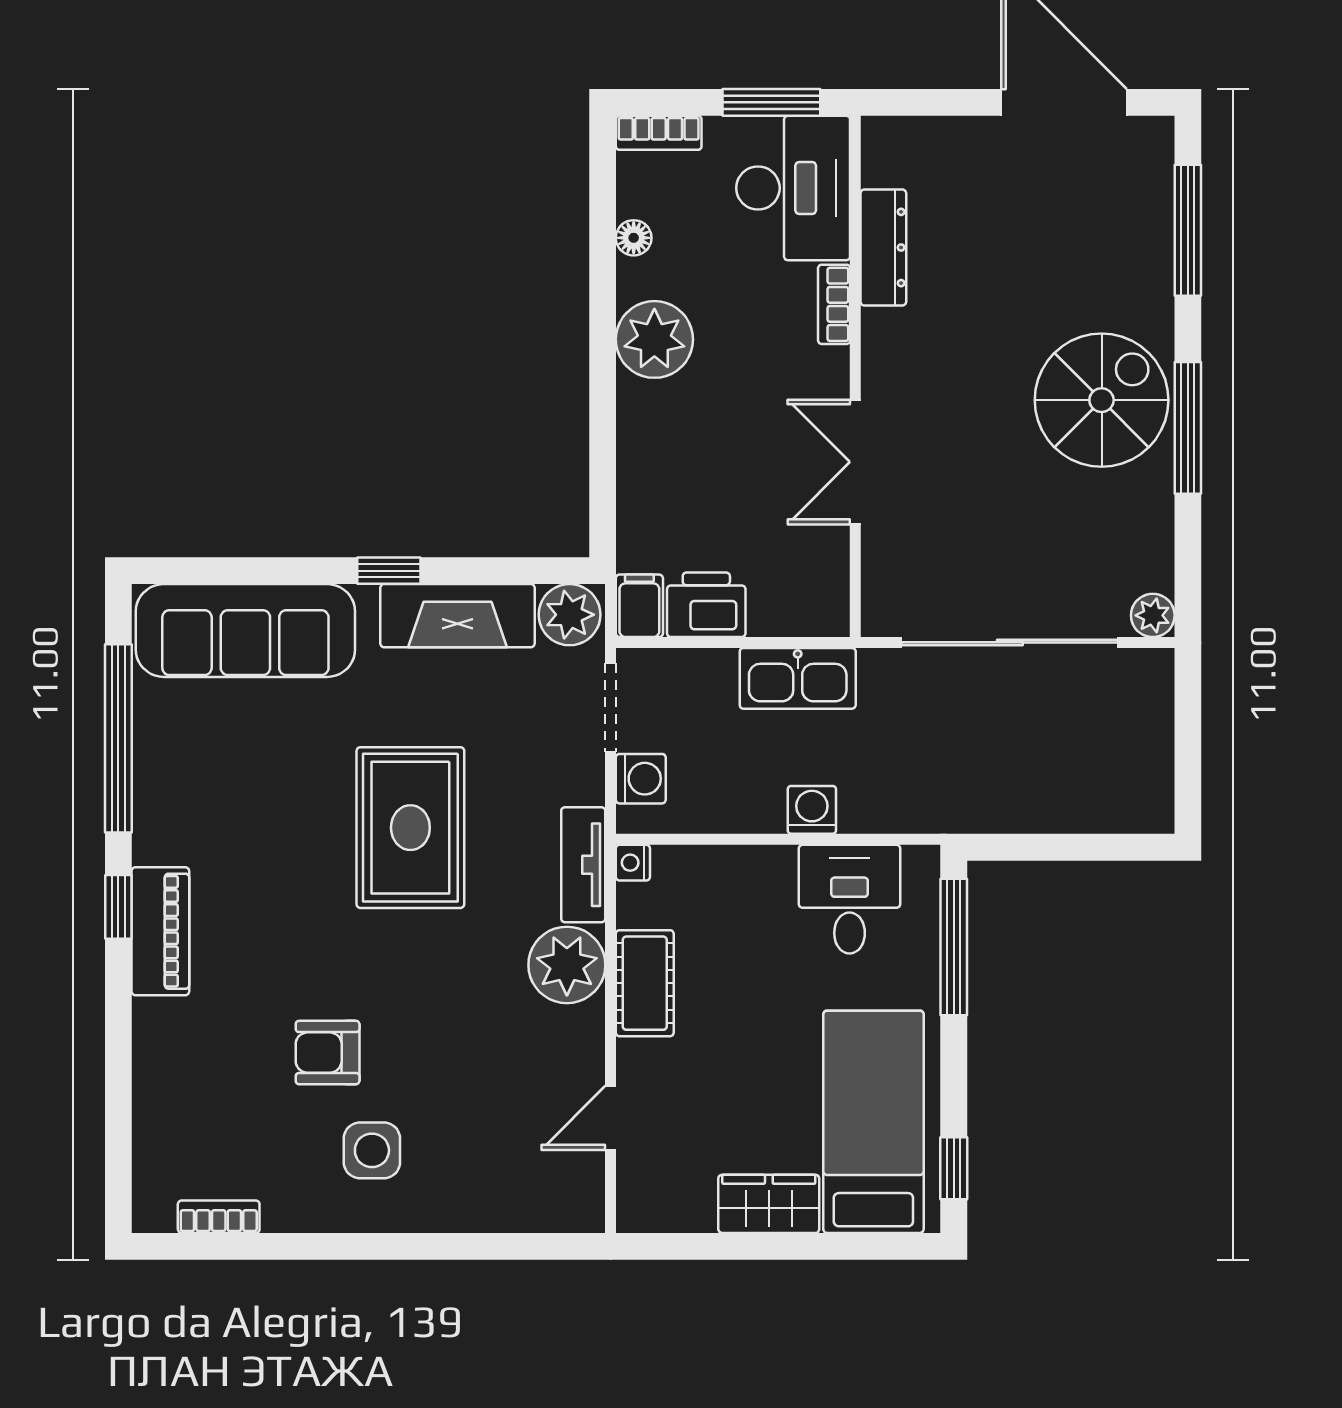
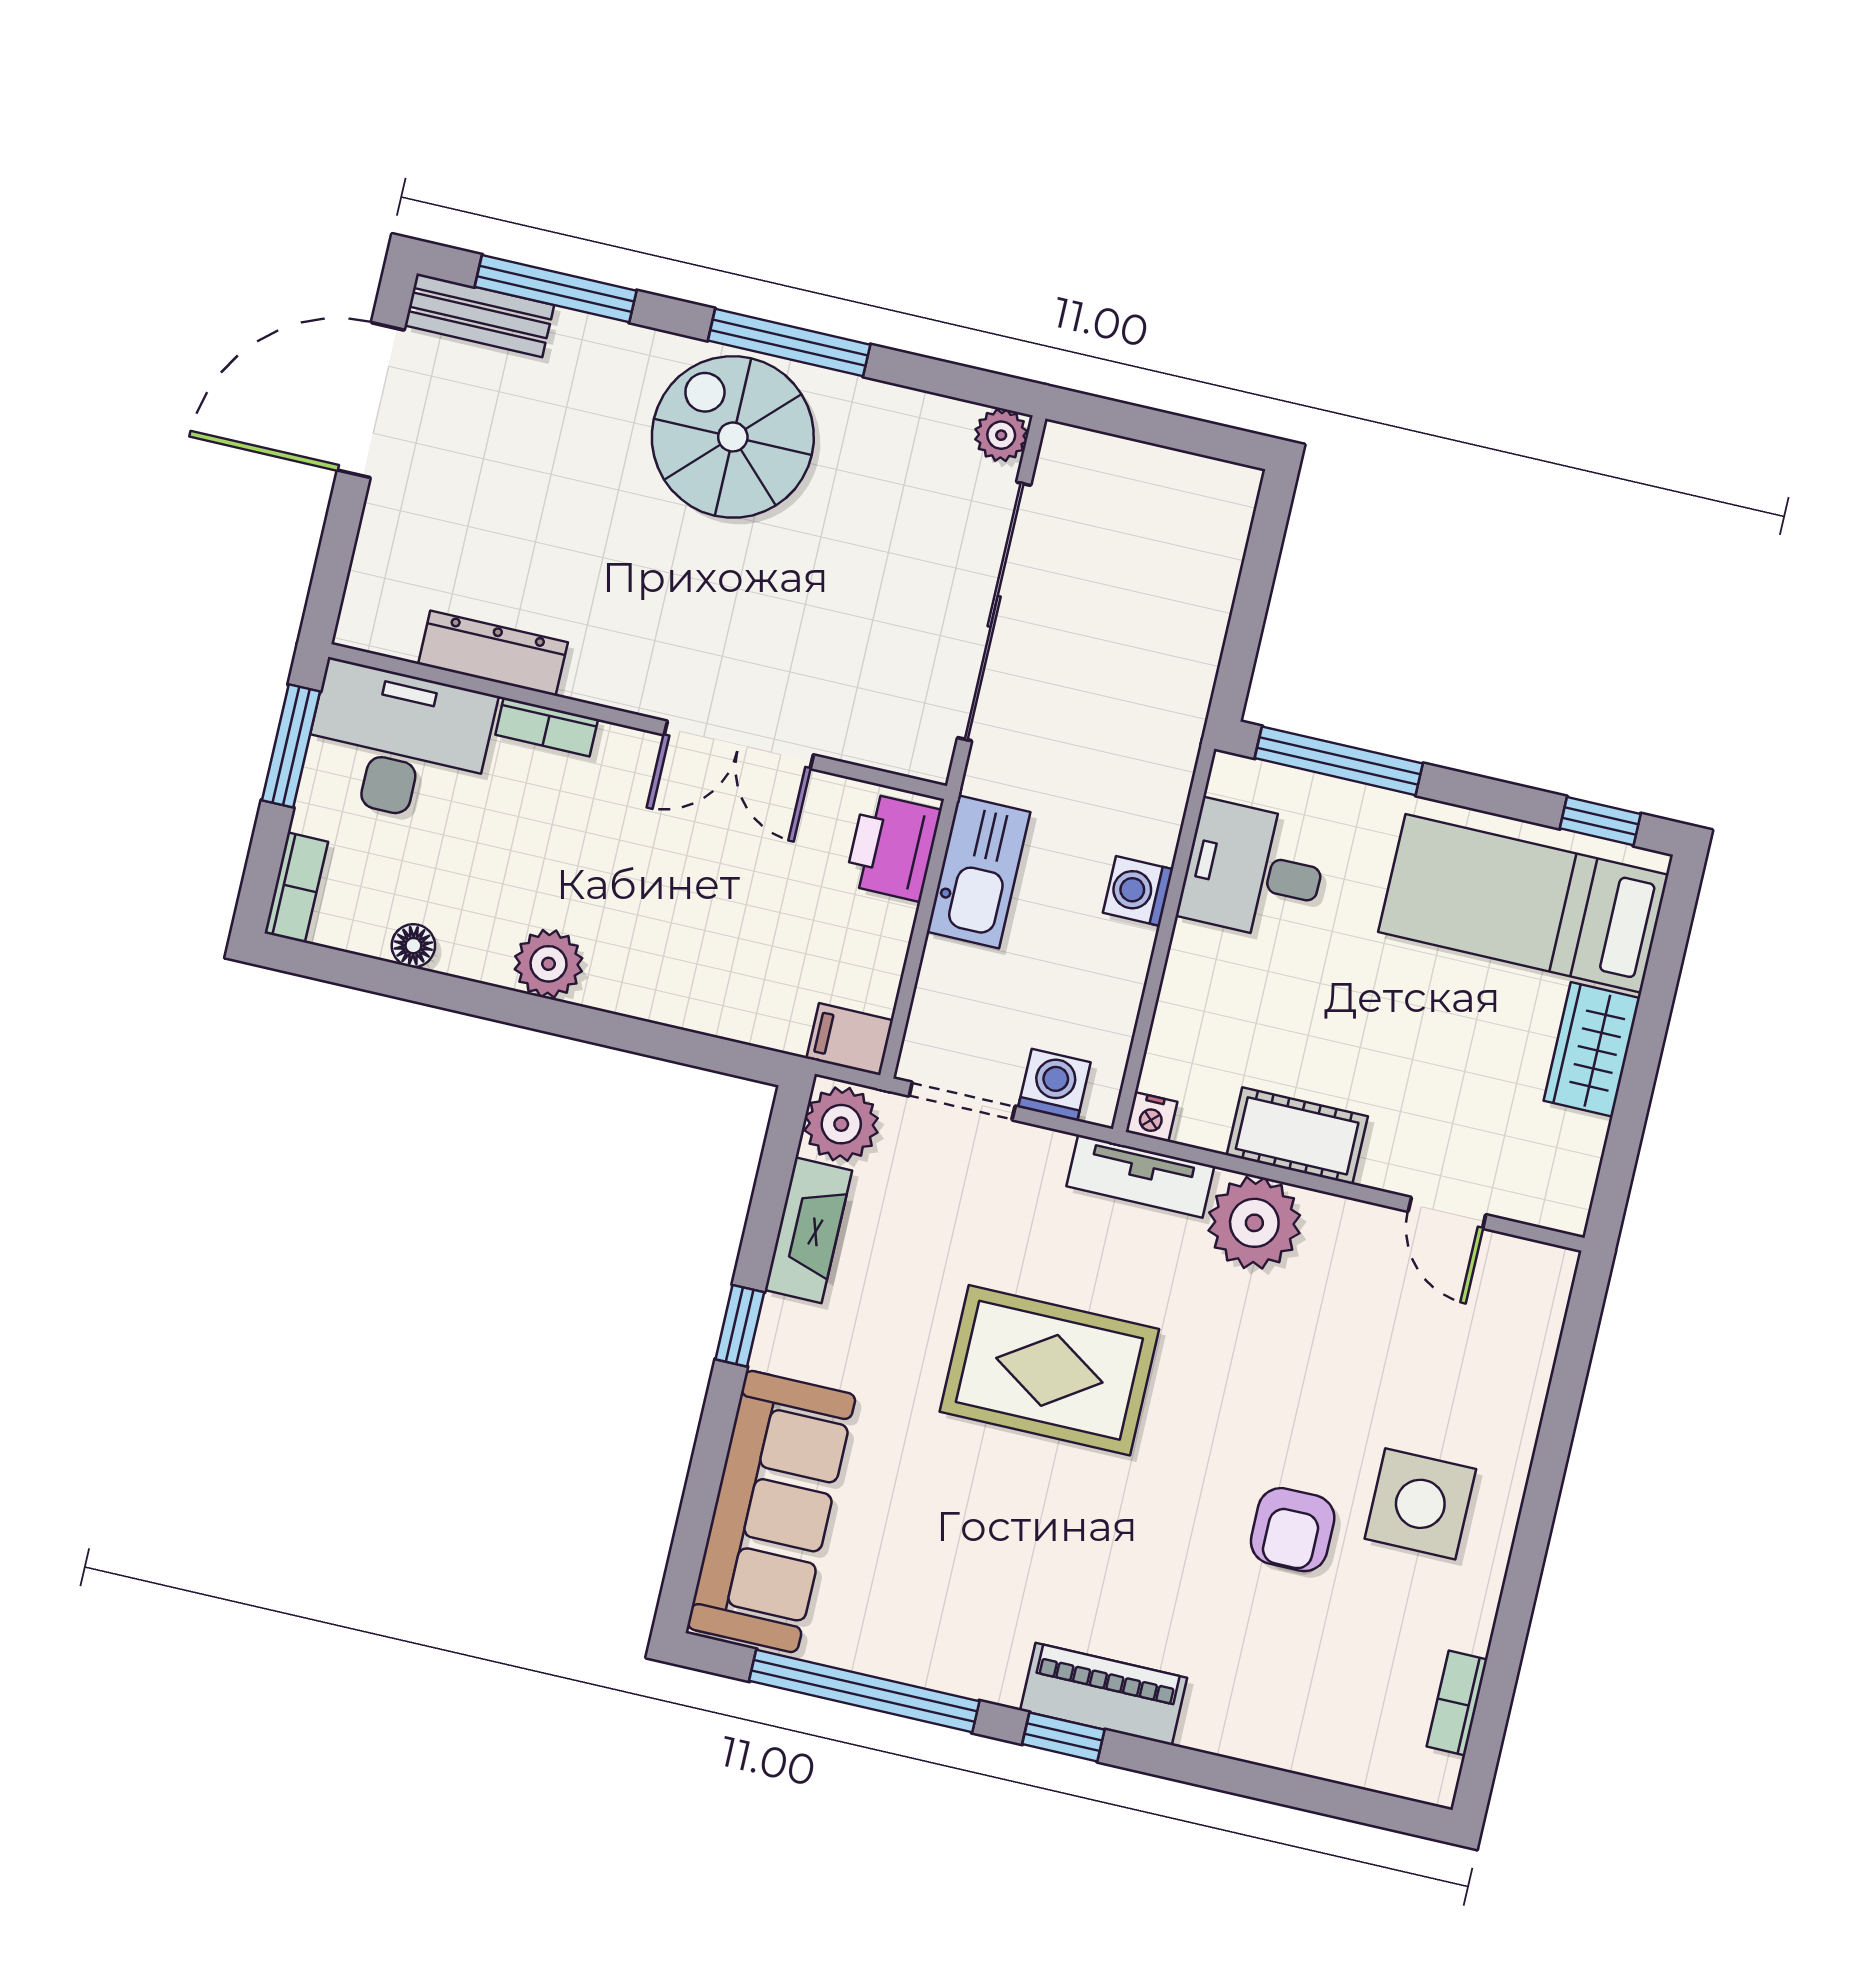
bench: (1152, 174) -> (479, 315), added
plant: (654, 339) -> (549, 964), width x0.73, depth x0.73
printer: (706, 605) -> (893, 847), moved
fireplace: (457, 616) -> (808, 1230), width x0.73, depth x0.76
side table: (372, 1150) -> (1420, 1504), width x1.37, depth x1.37

